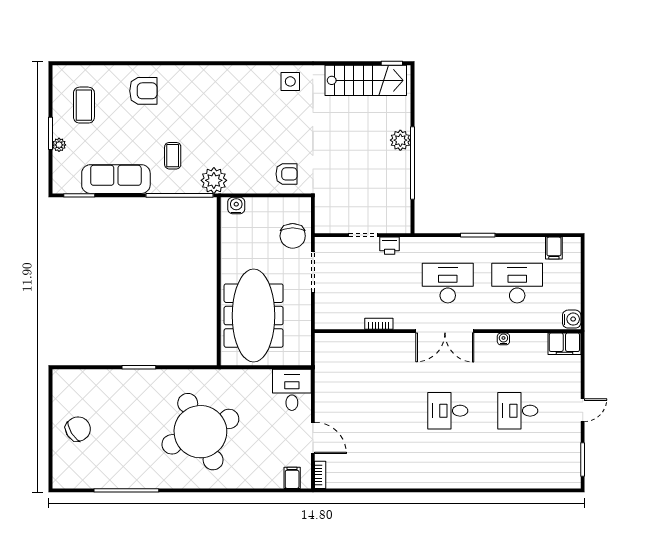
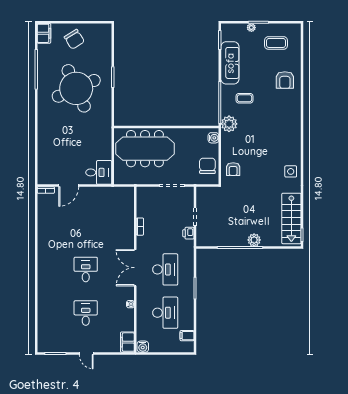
chair: (293, 236) -> (207, 166), moved, turned 90
round table: (200, 432) -> (76, 88), moved
filing cabinet: (292, 478) -> (44, 33), moved, width x2.00

